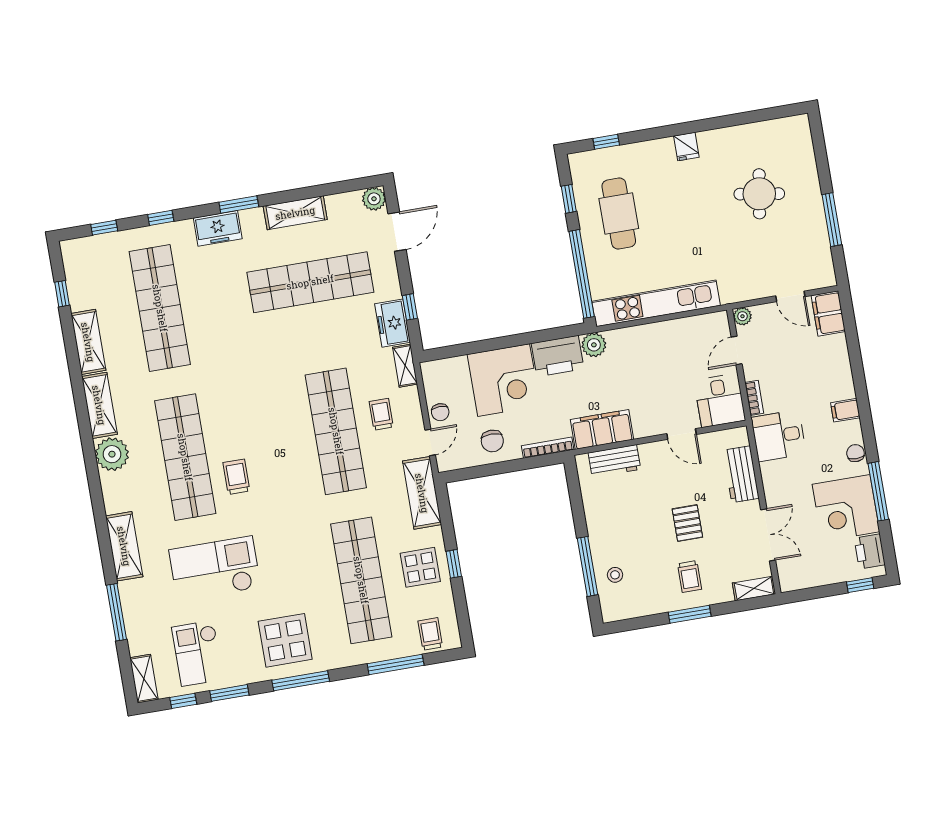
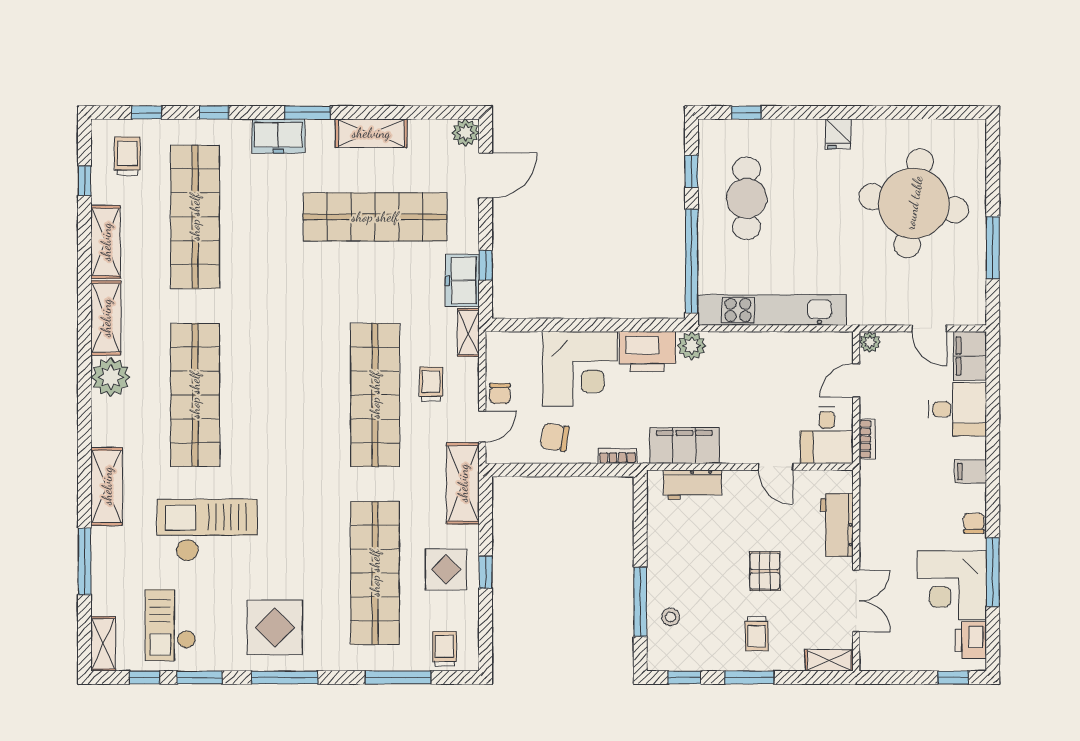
round table: (759, 194) -> (914, 203), width x1.86, depth x1.86
desk: (779, 436) -> (957, 409), moved, turned 180
chair: (492, 441) -> (555, 437), turned 99
bookcase: (548, 448) -> (618, 456), width x0.64
trolley: (236, 477) -> (127, 156), moved
window: (635, 624) -> (684, 677), added

